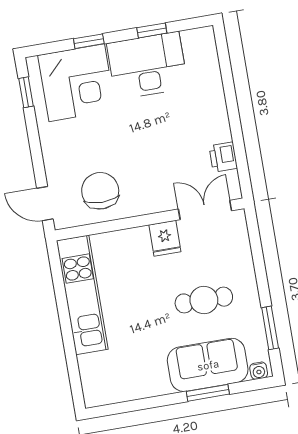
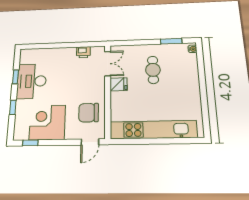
corner desk: (77, 83) -> (47, 122), moved, turned -90
double door: (205, 210) -> (108, 64), swing flipped
kitchen unit: (82, 295) -> (153, 130), width x1.36
sofa: (208, 365) -> (187, 72), removed
window: (208, 393) -> (202, 74), removed

